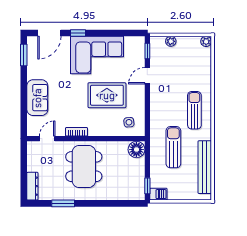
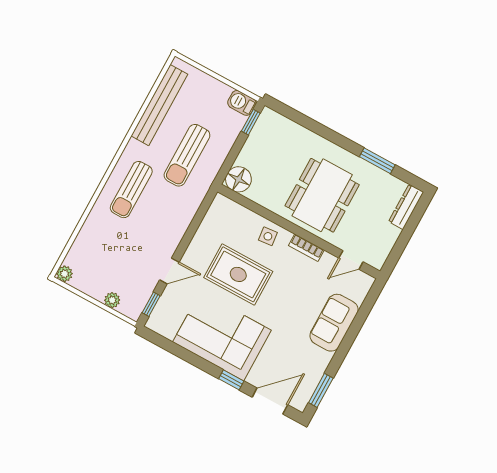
side table: (129, 122) -> (268, 236), moved

